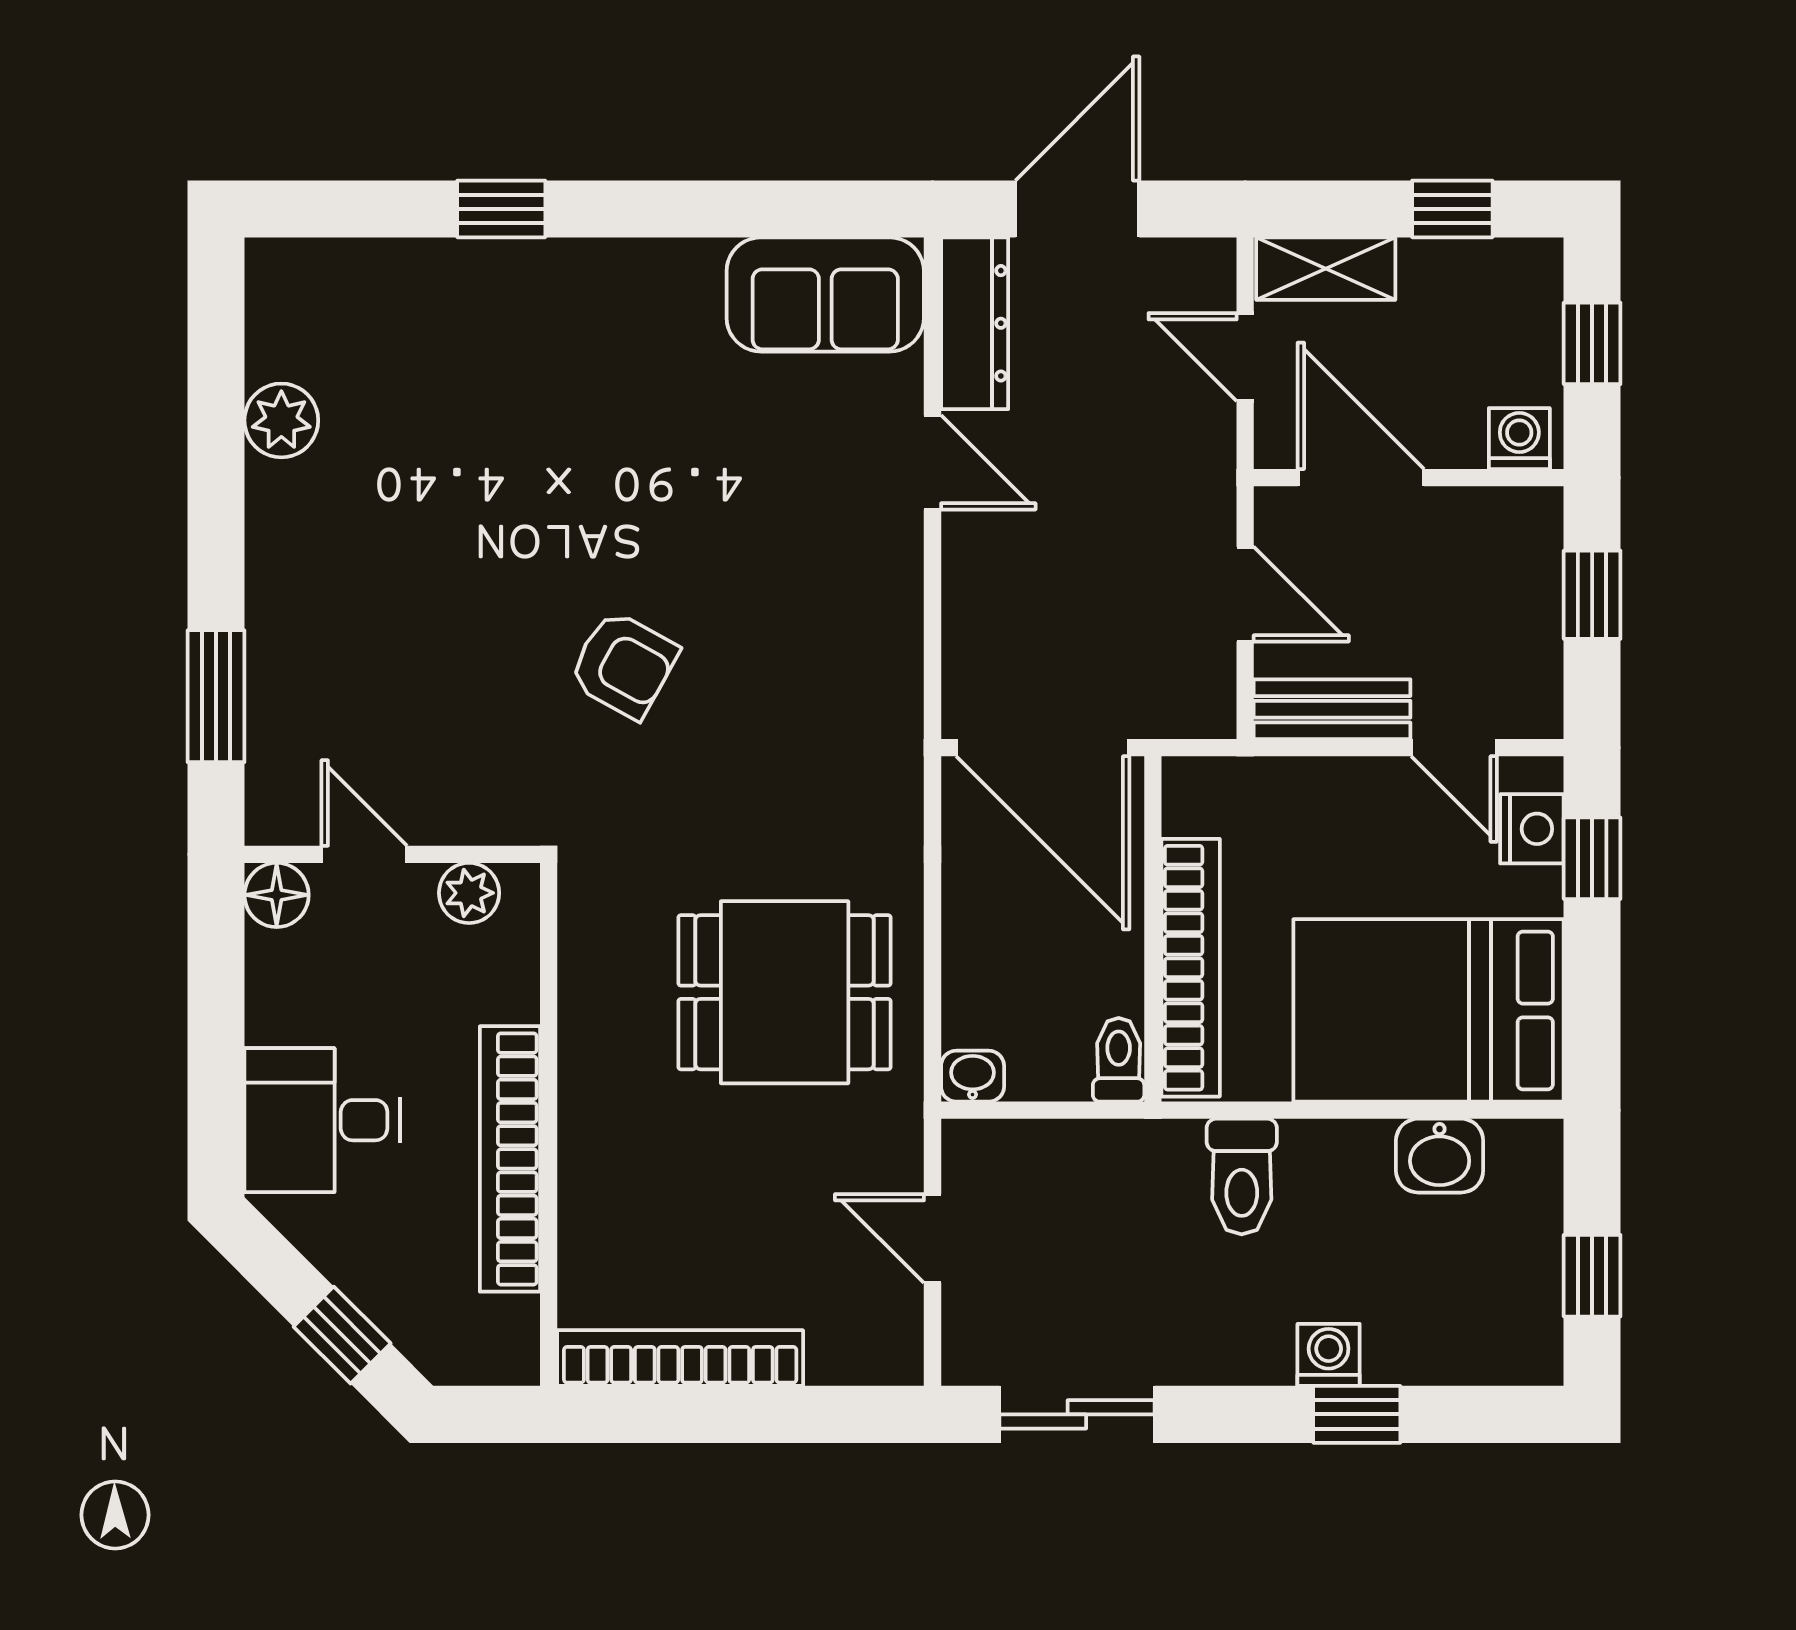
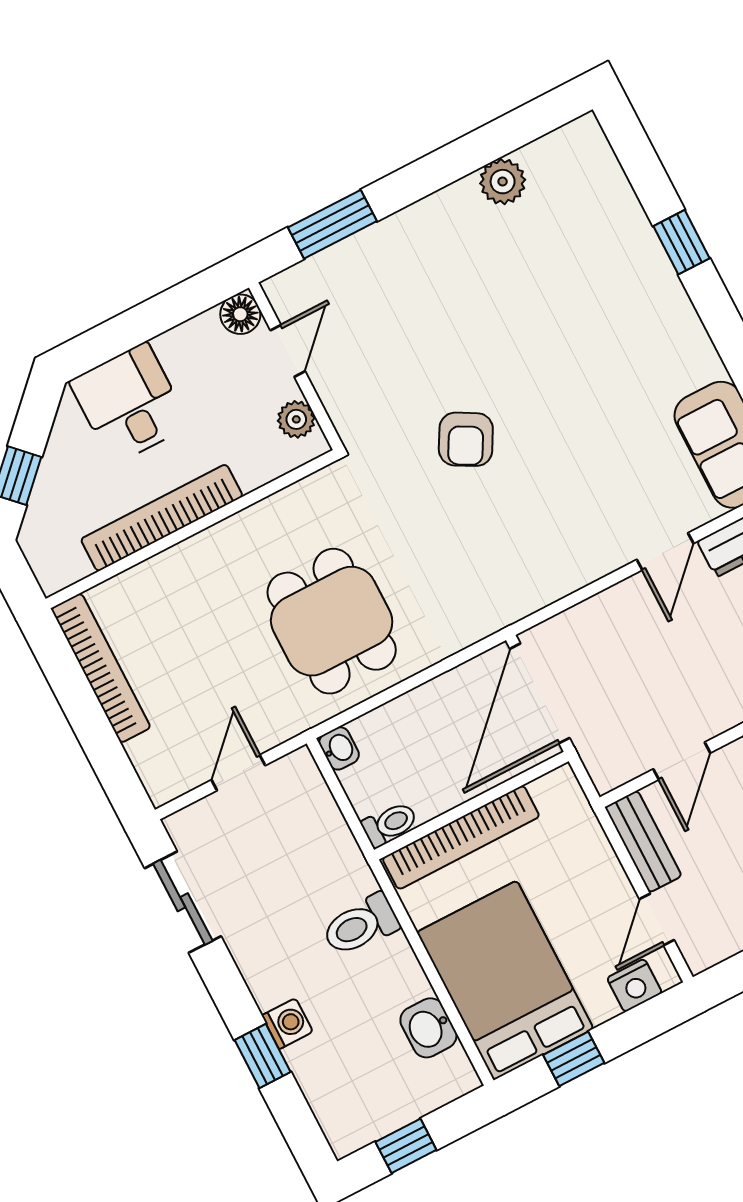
window: (1592, 858) -> (574, 1059), moved

